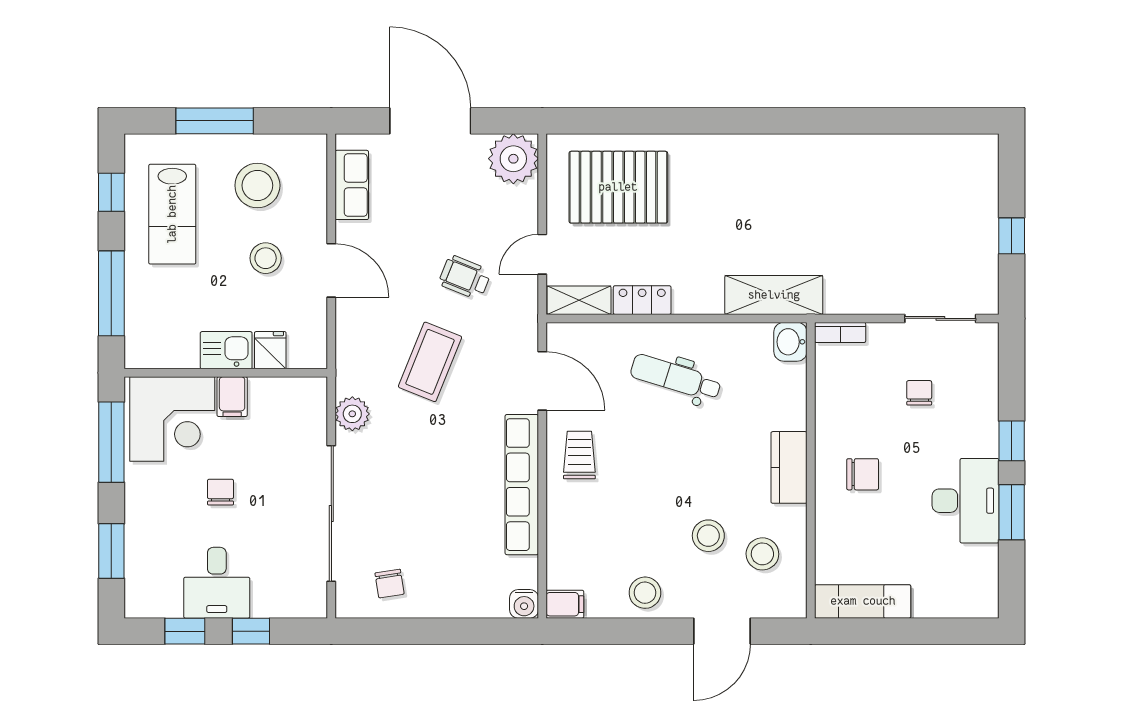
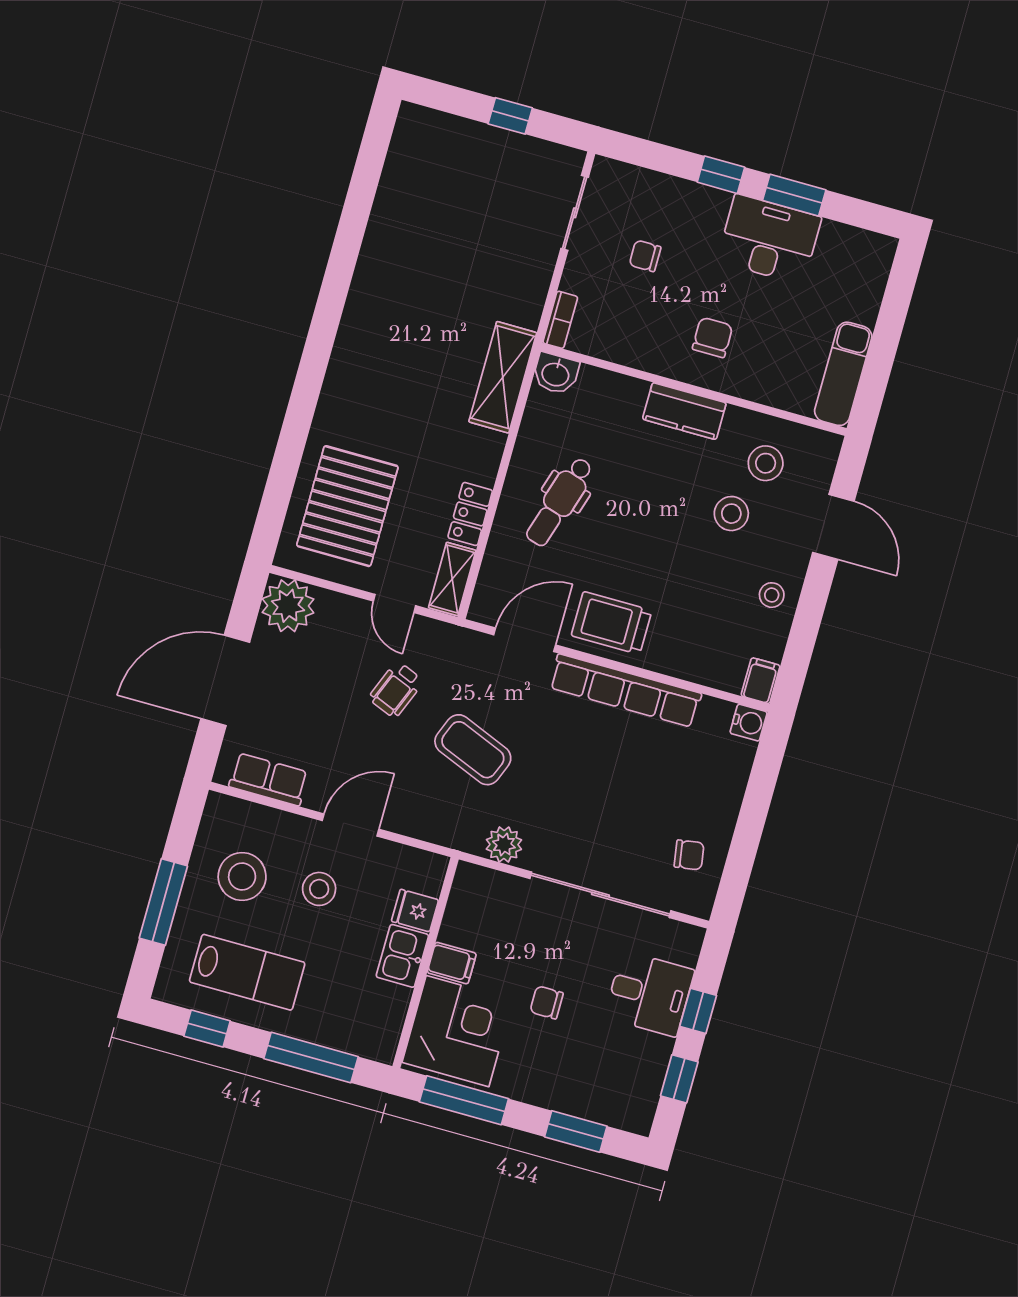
trolley: (579, 455) -> (611, 623), width x1.36, depth x1.39
desk: (217, 583) -> (649, 994), moved
stool: (645, 593) -> (772, 595), width x0.73, depth x0.73

